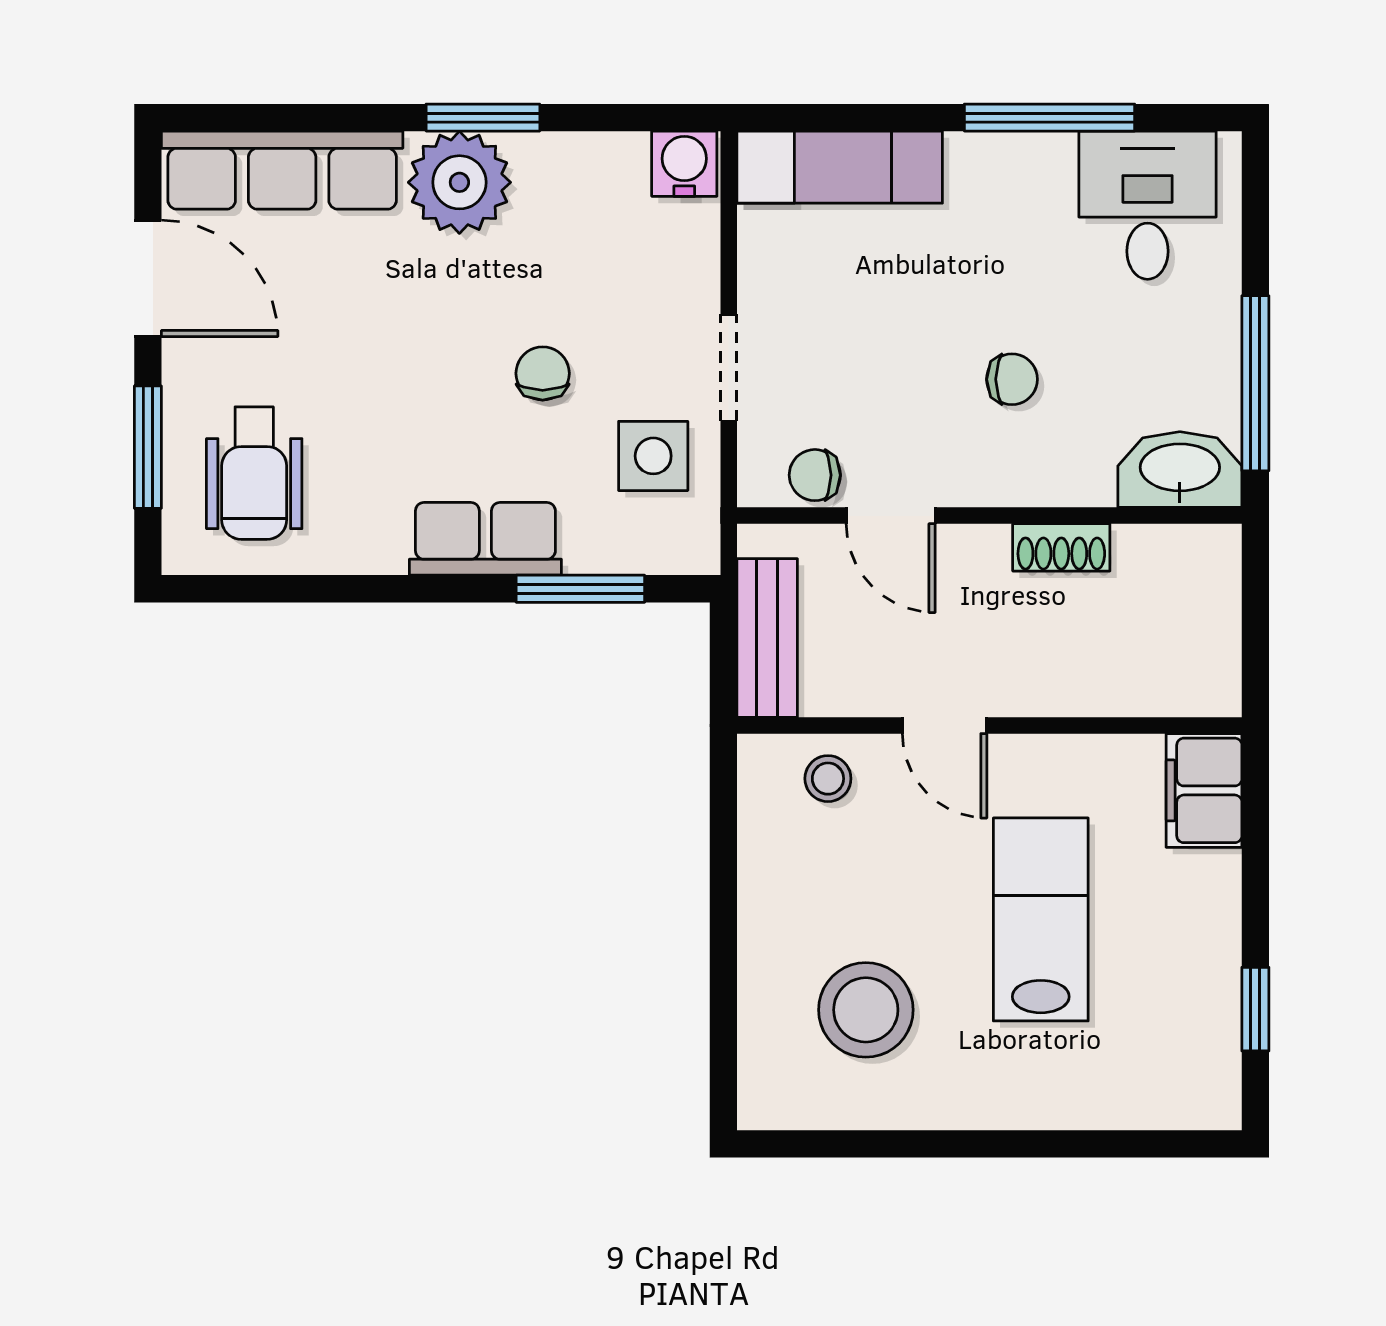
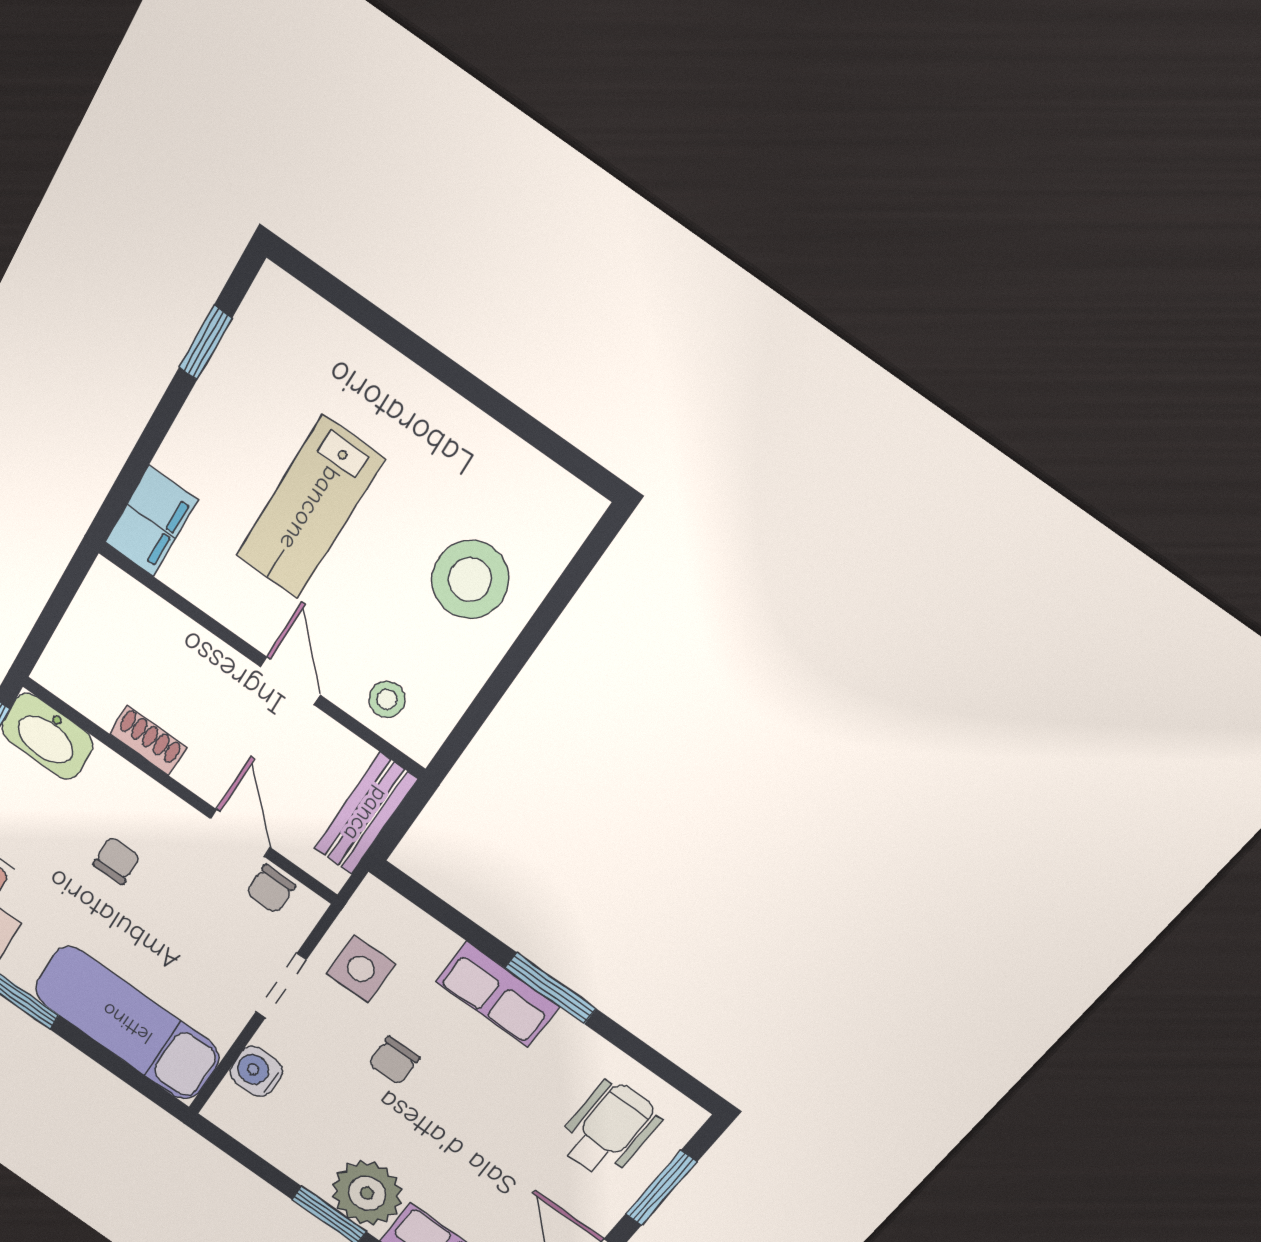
water cooler: (684, 164) -> (256, 1071), moved, turned 90
exam couch: (840, 167) -> (127, 1023), width x1.36, depth x1.45
chair: (1012, 379) -> (116, 860), turned 90
chair: (815, 475) -> (271, 889), turned 90
window: (580, 589) -> (551, 988), moved
stool: (866, 1010) -> (470, 580), moved

